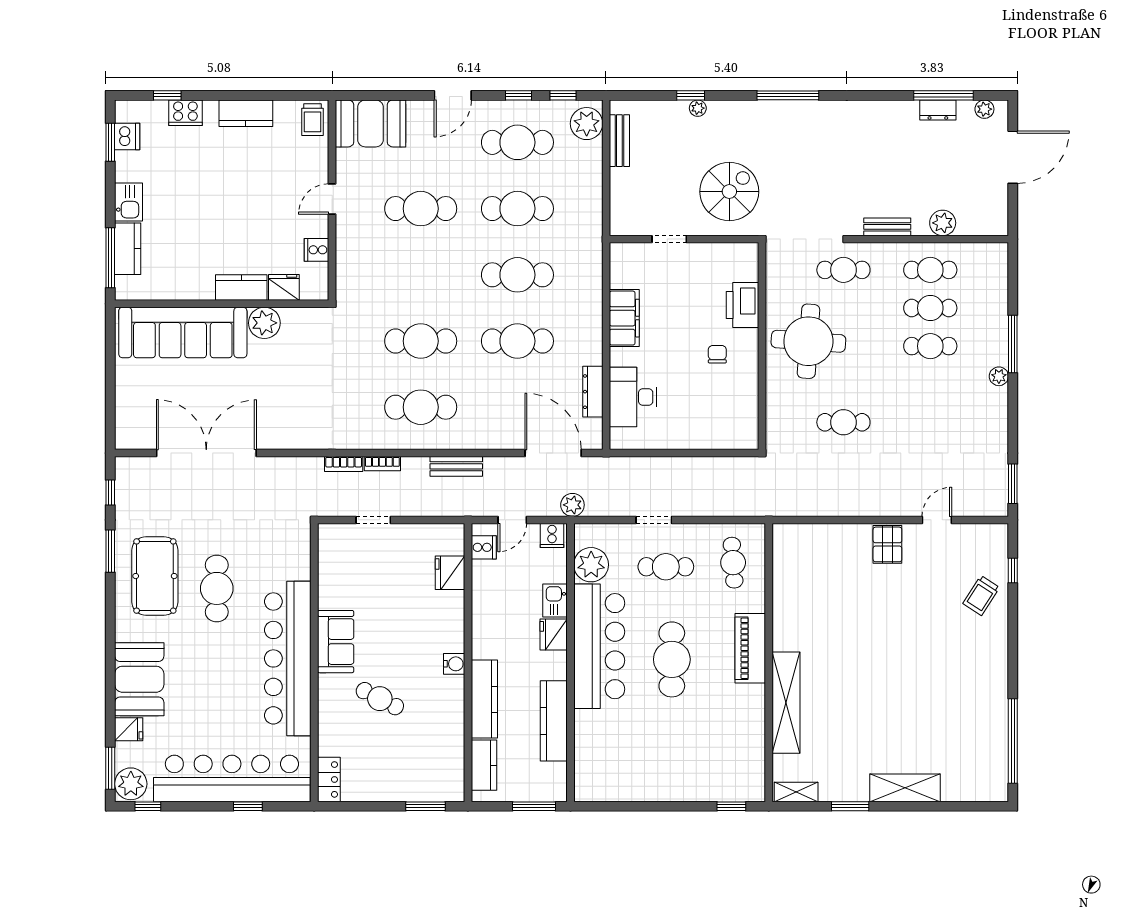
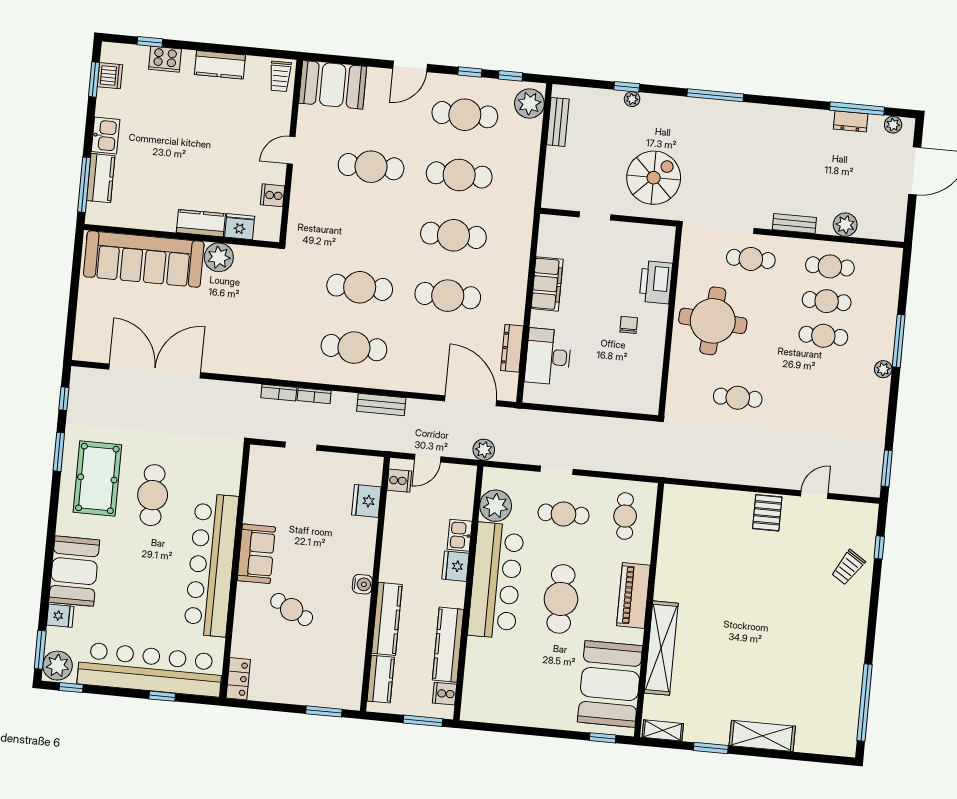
cooker: (552, 535) -> (445, 694), moved, turned 90
booth: (734, 747) -> (610, 684), added

